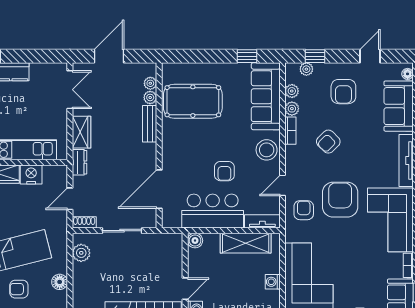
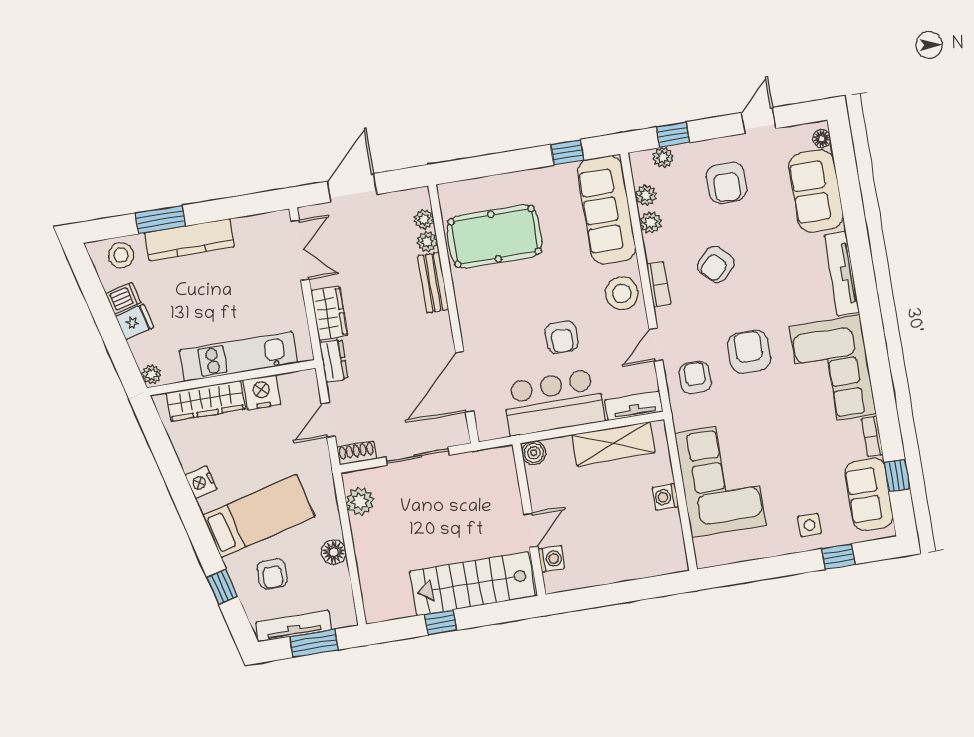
bookcase: (290, 131) -> (659, 284), moved
armchair: (340, 200) -> (749, 352), width x0.73, depth x0.73
armchair: (19, 289) -> (272, 574), turned -90

